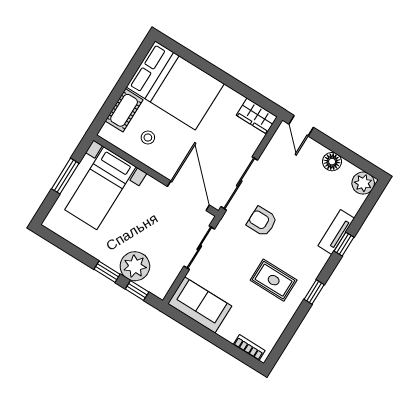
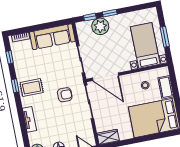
window: (344, 244) -> (10, 57), moved
rug: (274, 280) -> (32, 88), moved
sofa: (200, 305) -> (52, 37), width x1.36

